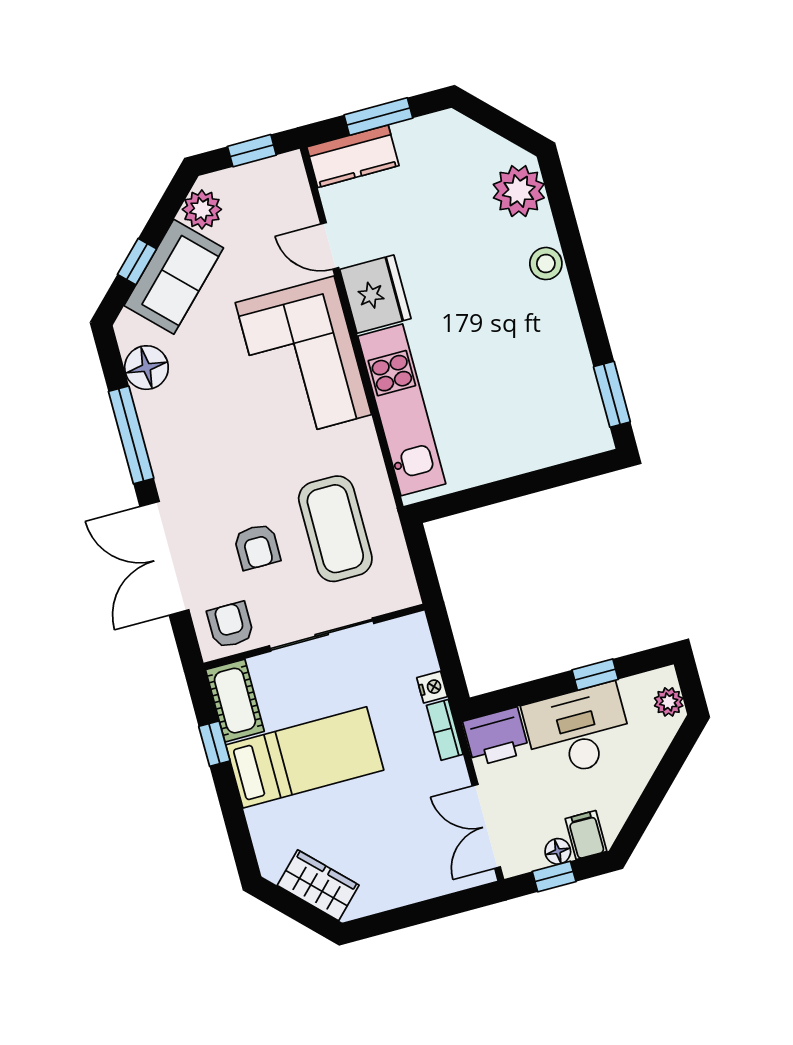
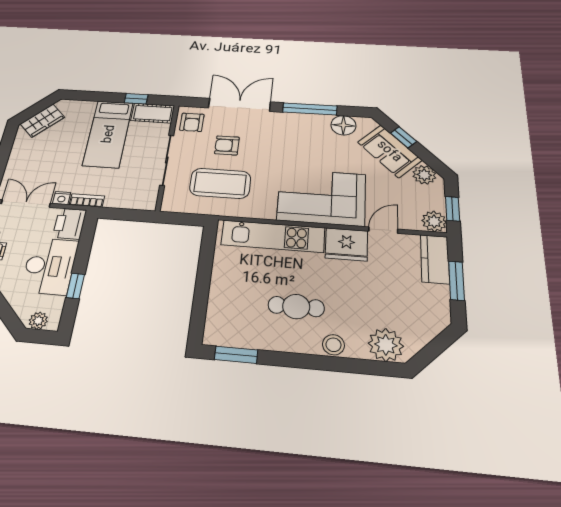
plant: (286, 173) -> (434, 221), added
cafe table: (506, 335) -> (296, 307), added
armchair: (230, 625) -> (192, 122), turned 90
nightstand: (432, 687) -> (62, 198), moved

